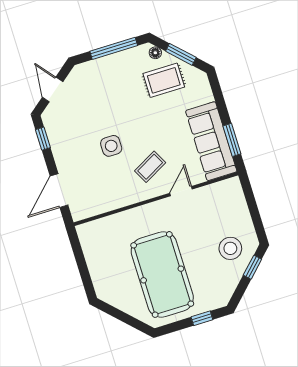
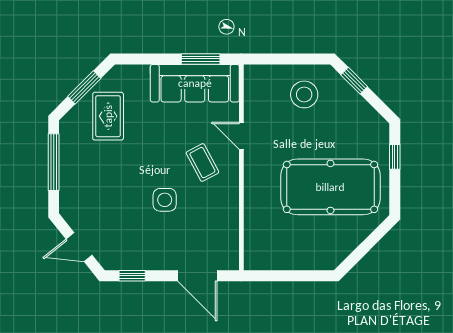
floor lamp: (155, 53) -> (73, 116), removed
stool: (230, 248) -> (304, 94), moved

